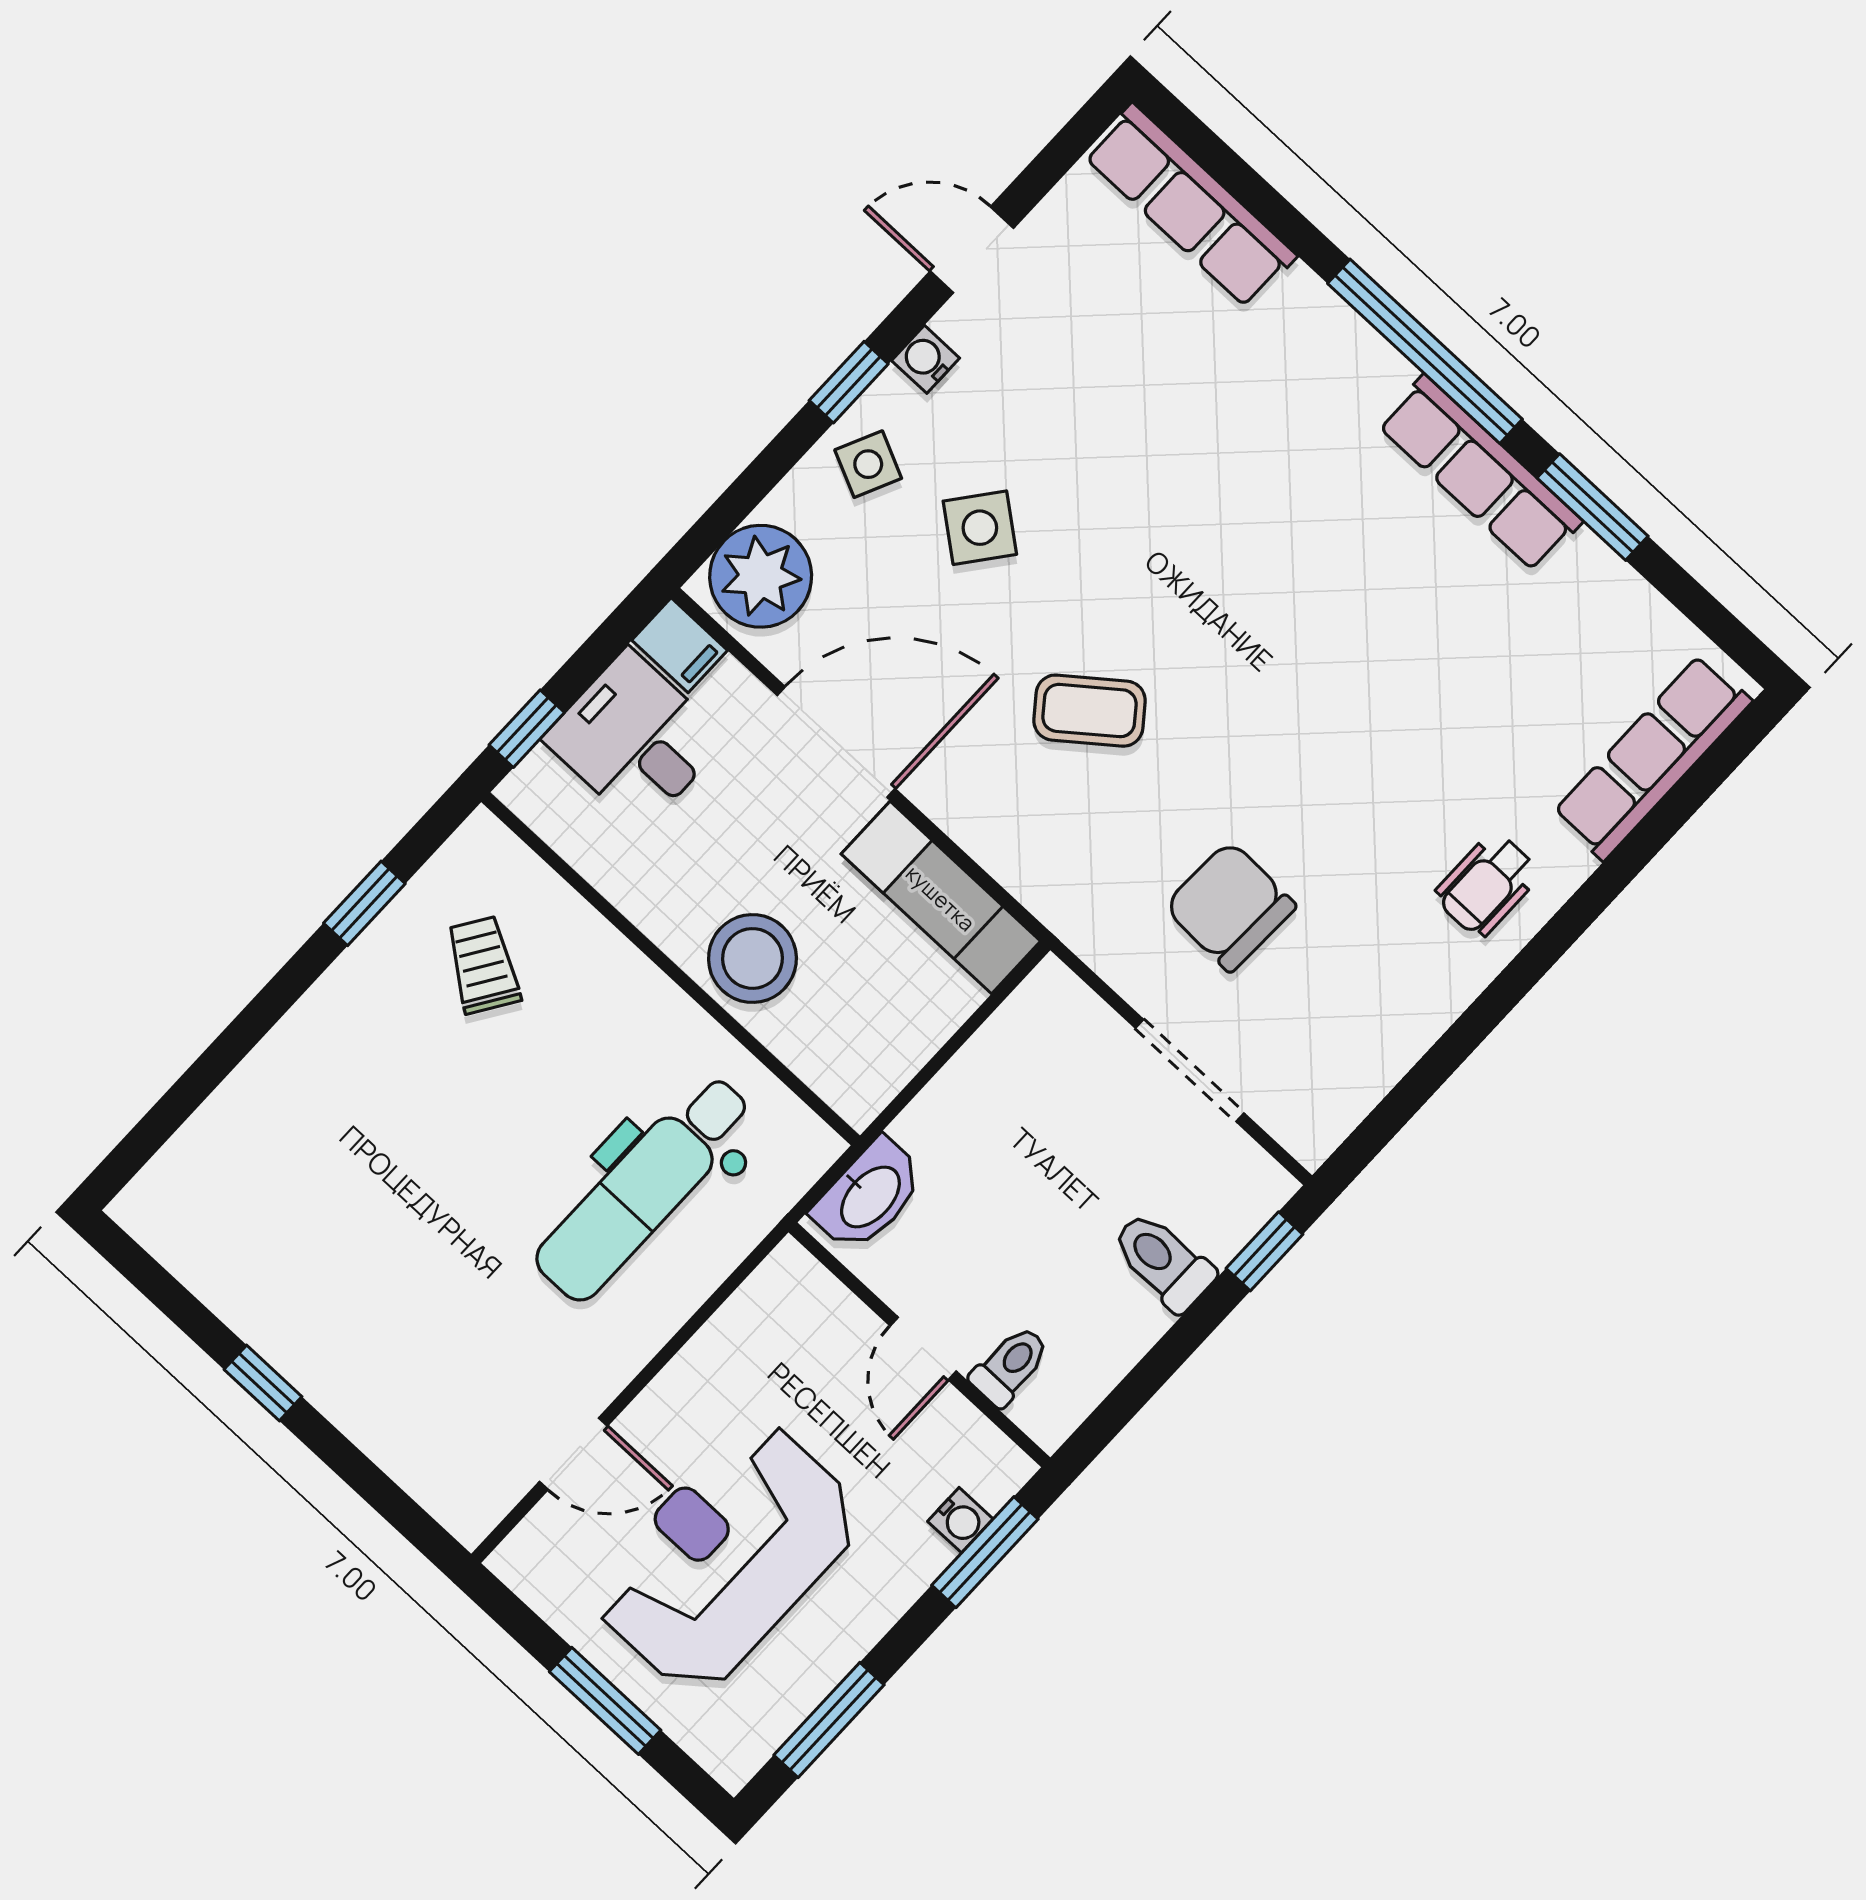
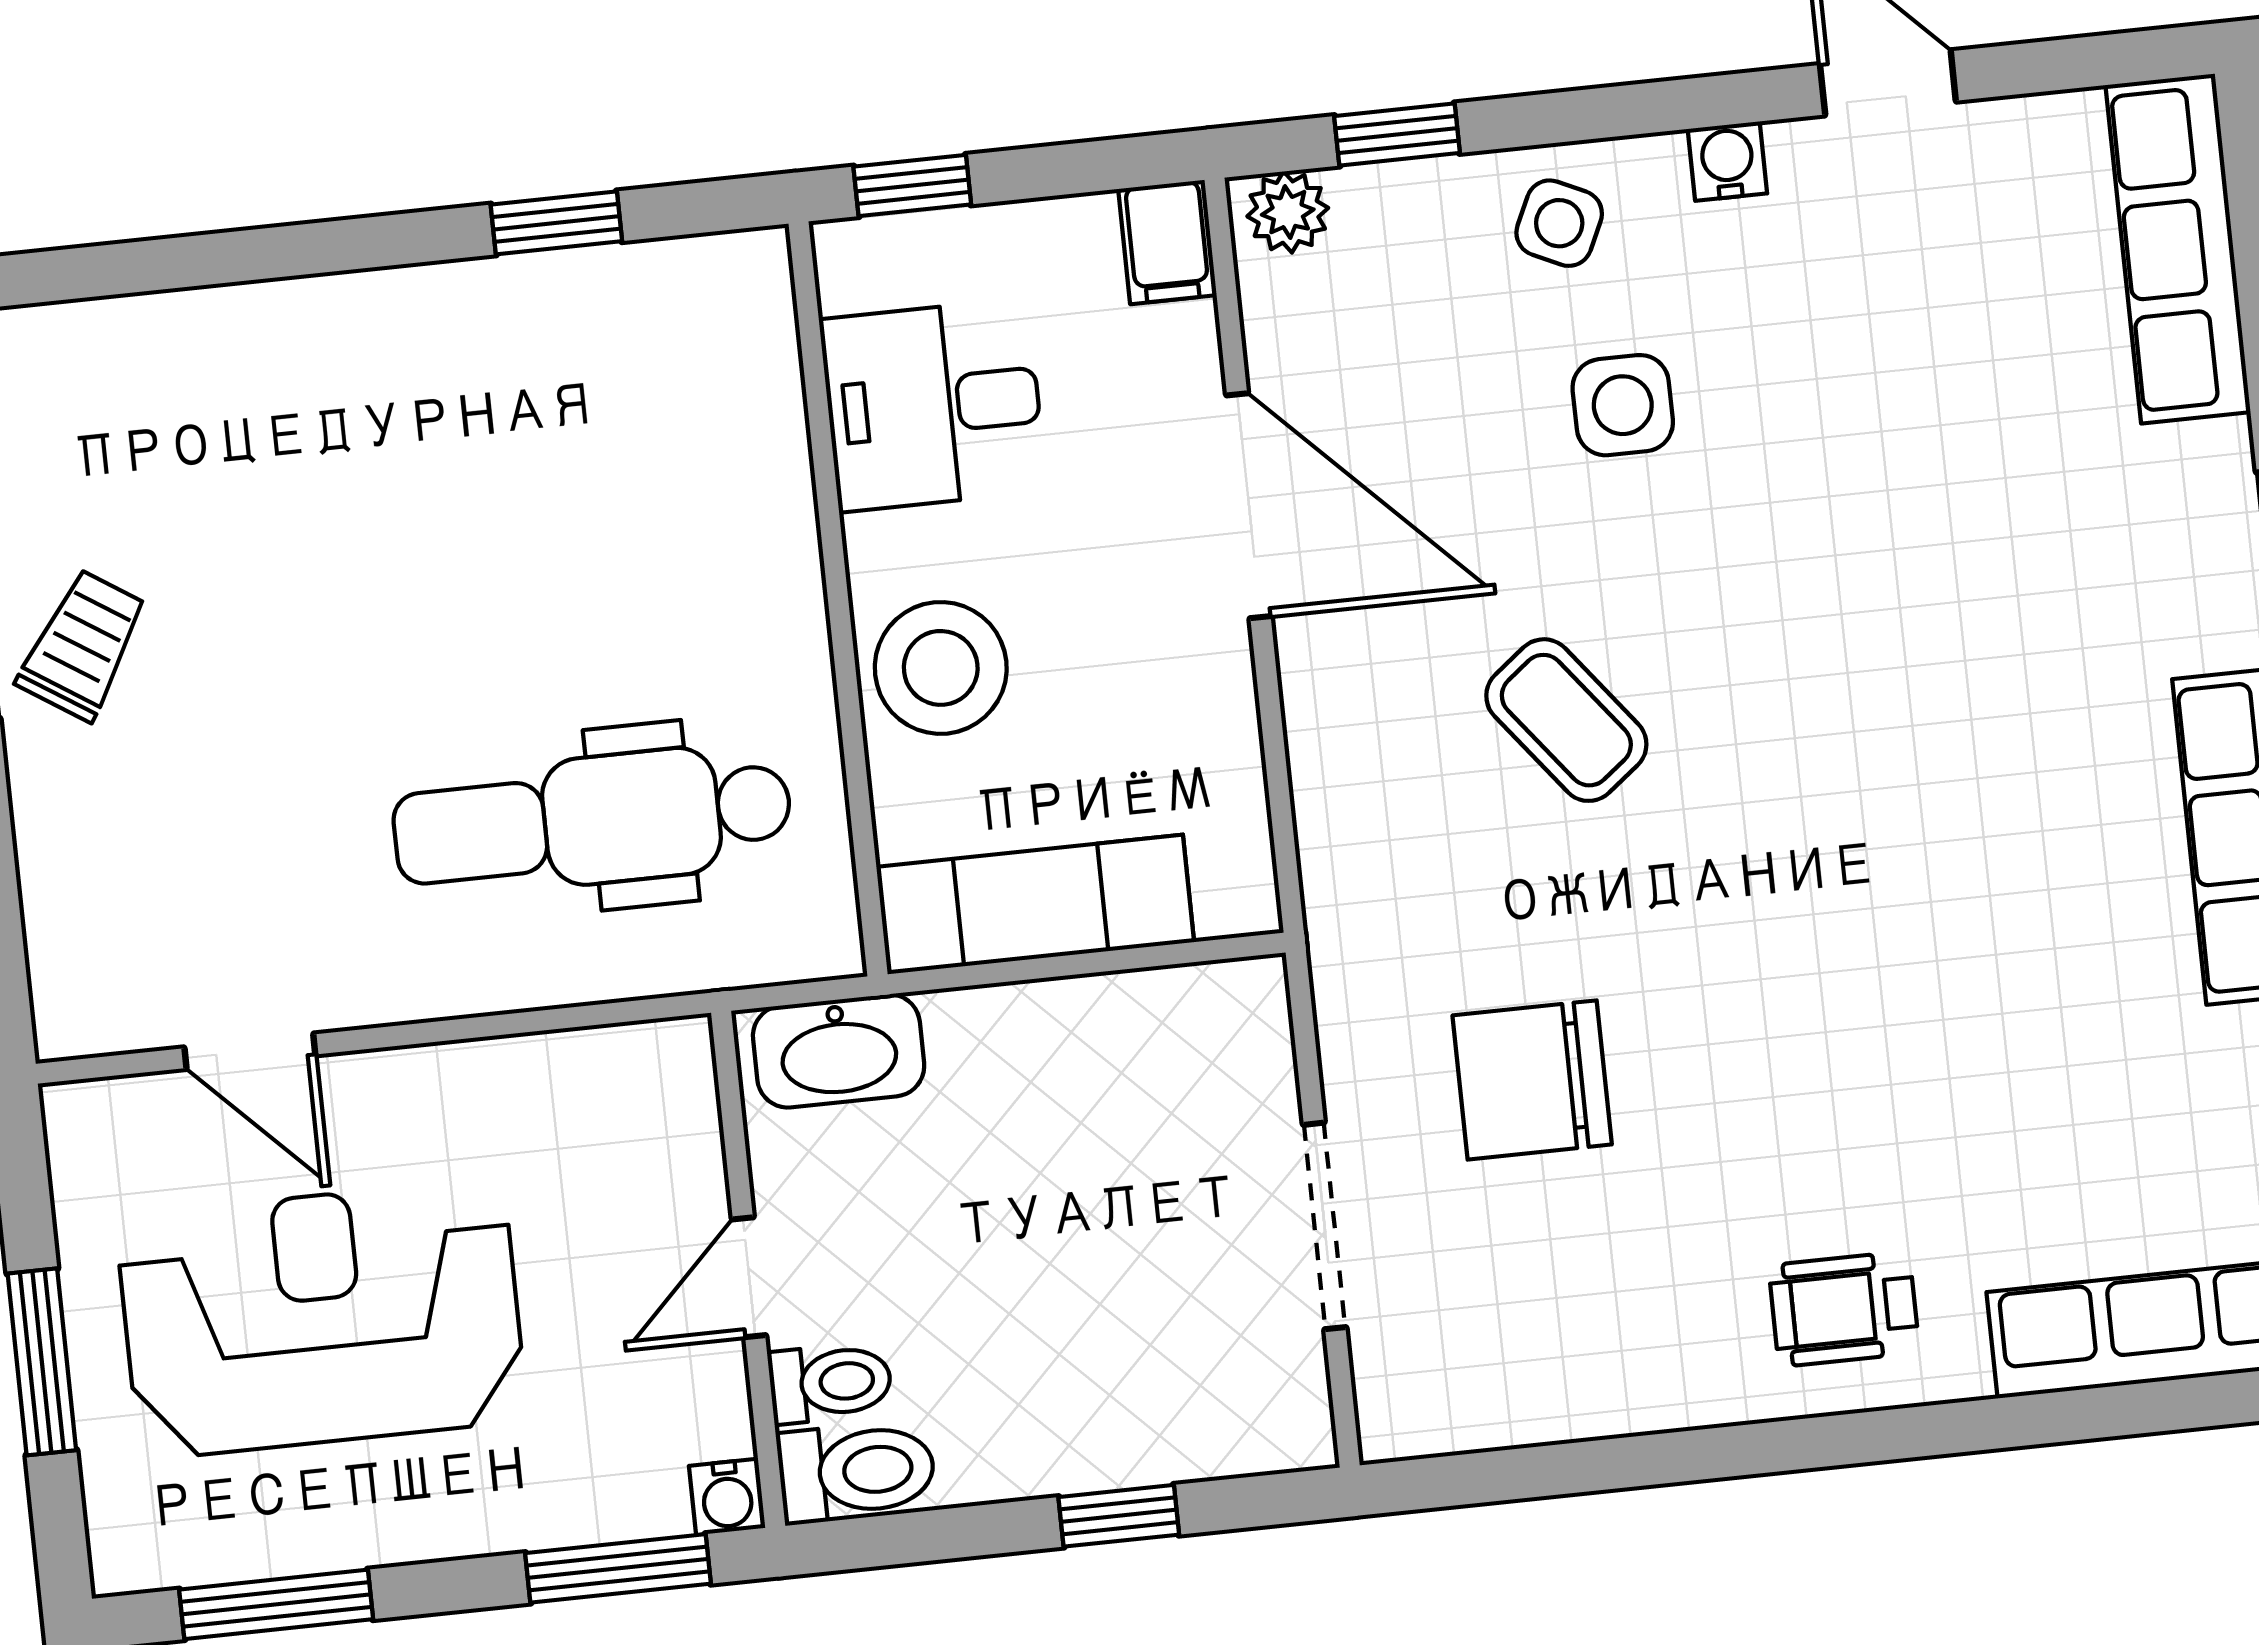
window: (849, 382) -> (1397, 135), moved
side table: (980, 528) -> (1623, 405), turned -38
plant: (761, 576) -> (1288, 212), width x0.53, depth x0.53
desk: (635, 739) -> (933, 405), moved, turned -90
exam couch: (941, 898) -> (1035, 904), moved, turned 90
chair: (1230, 906) -> (1532, 1080), turned -92
trolley: (483, 965) -> (83, 645), moved
window: (1264, 1251) -> (1119, 1516), moved
toilet: (1163, 1261) -> (856, 1472), moved, turned 90
water cooler: (960, 1520) -> (727, 1497), moved

